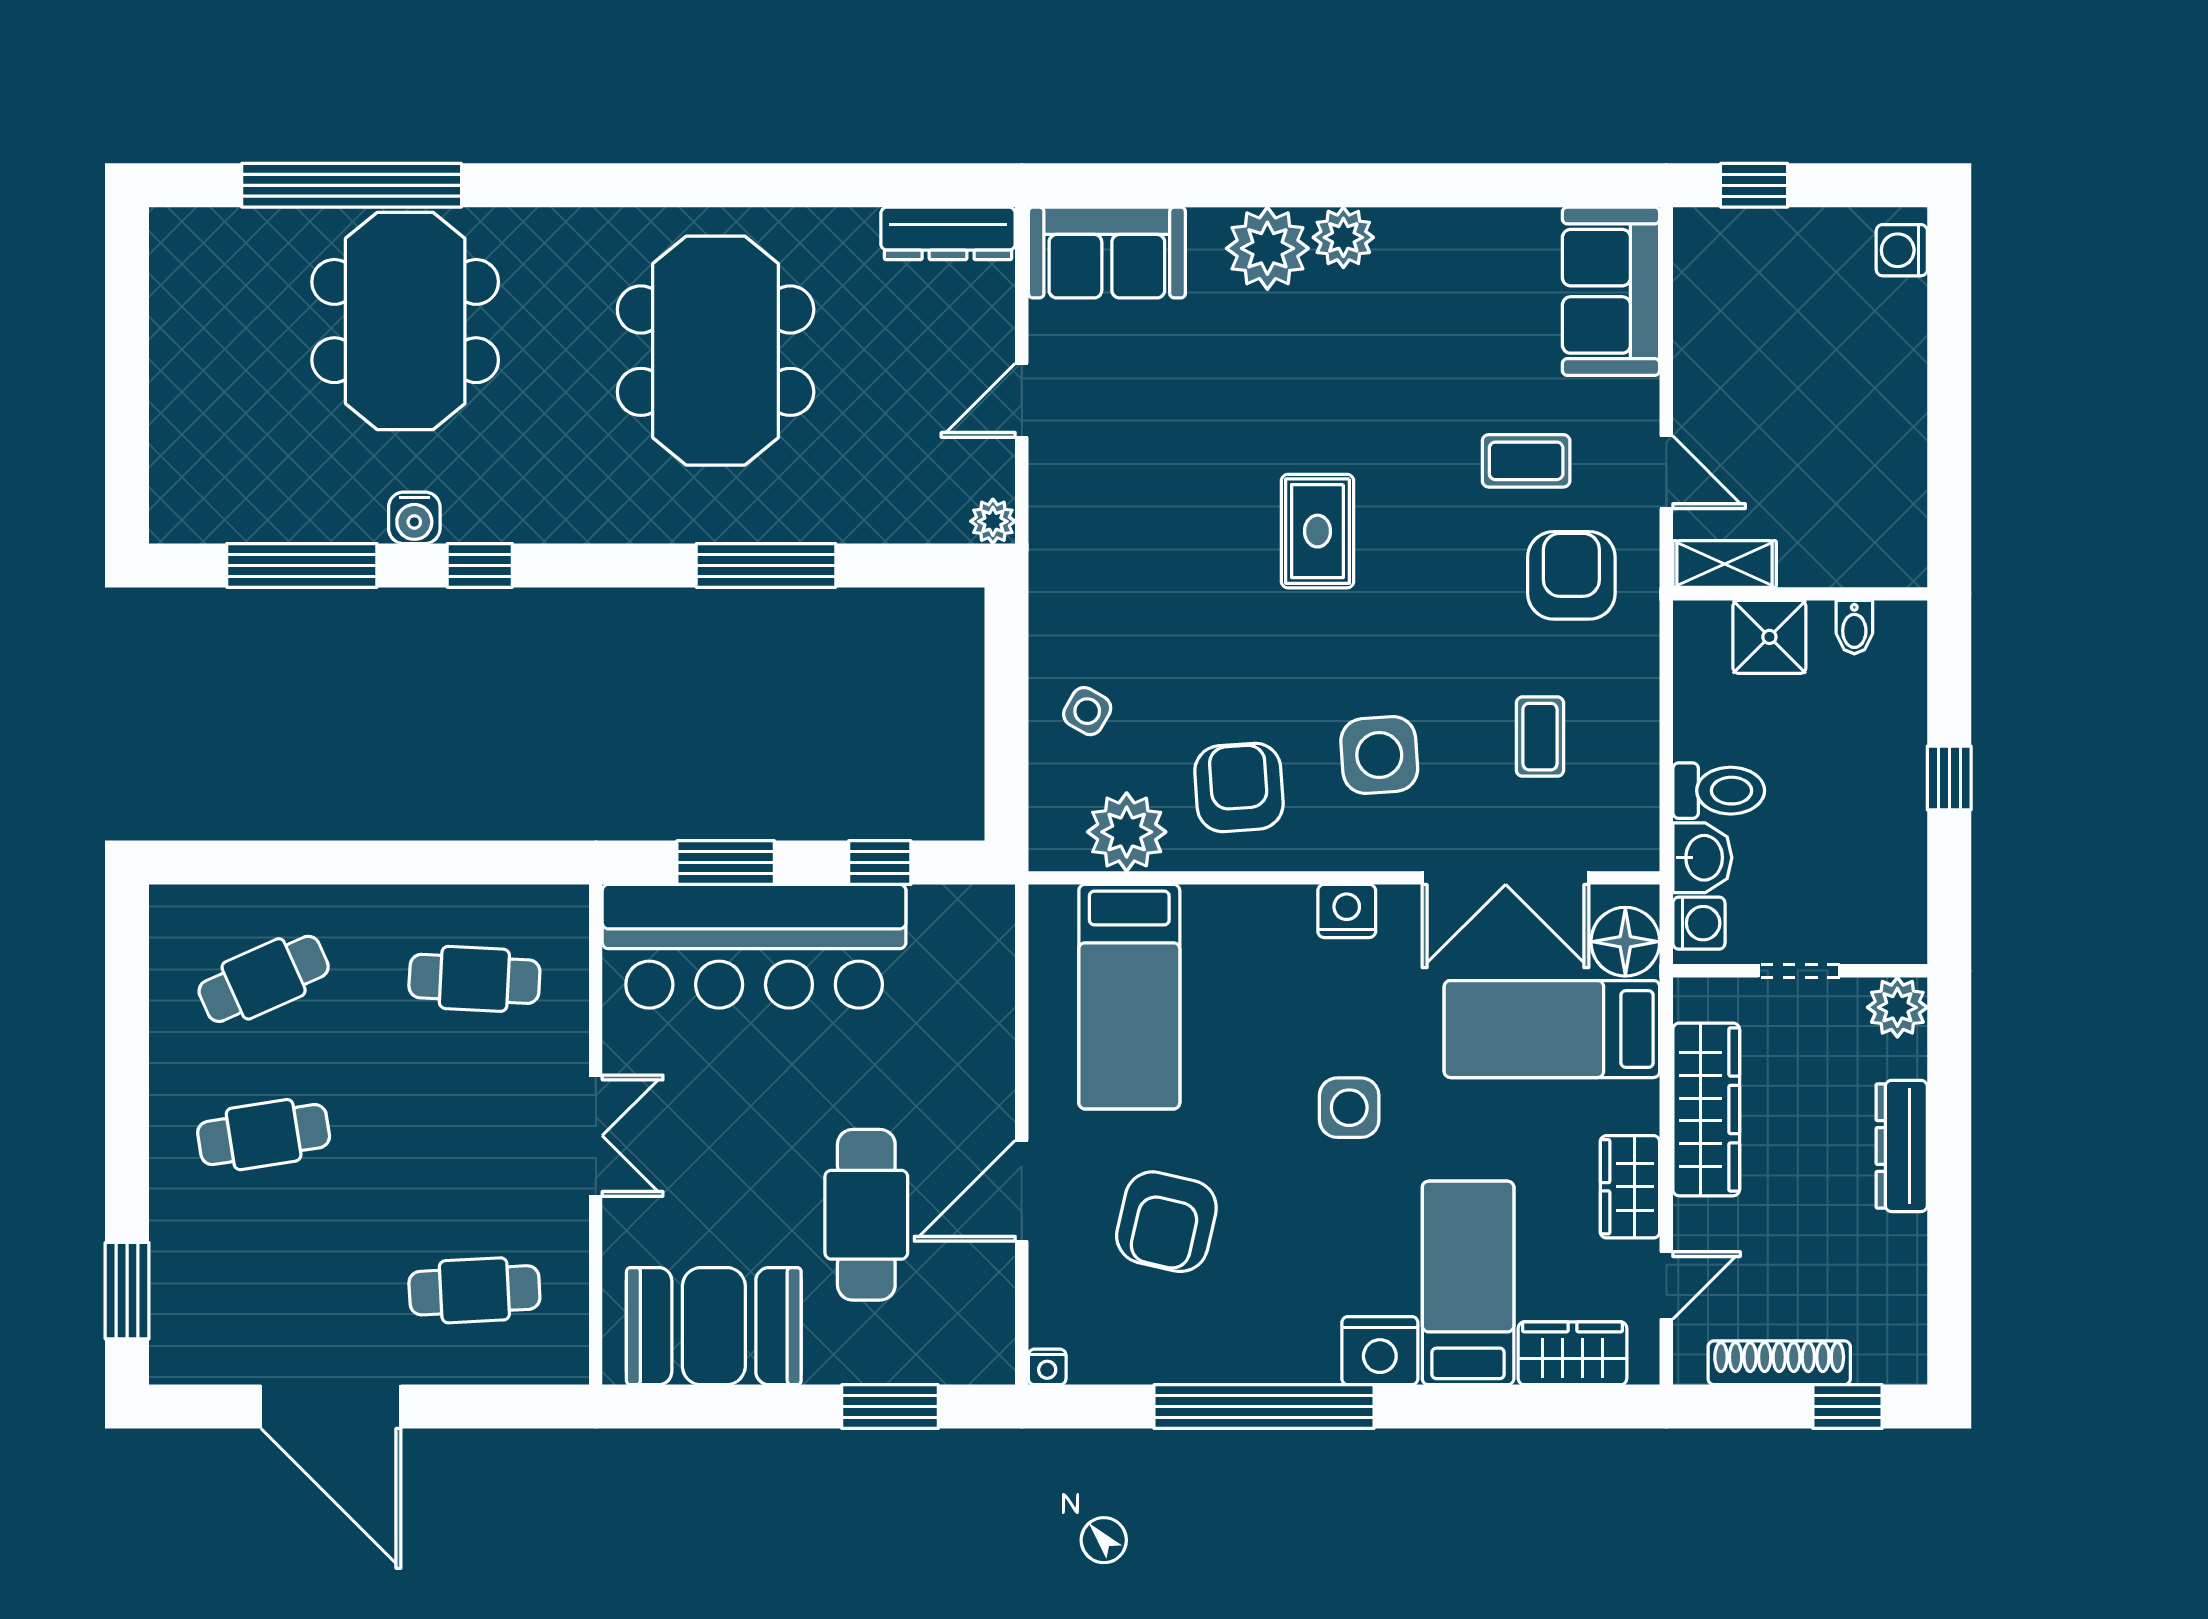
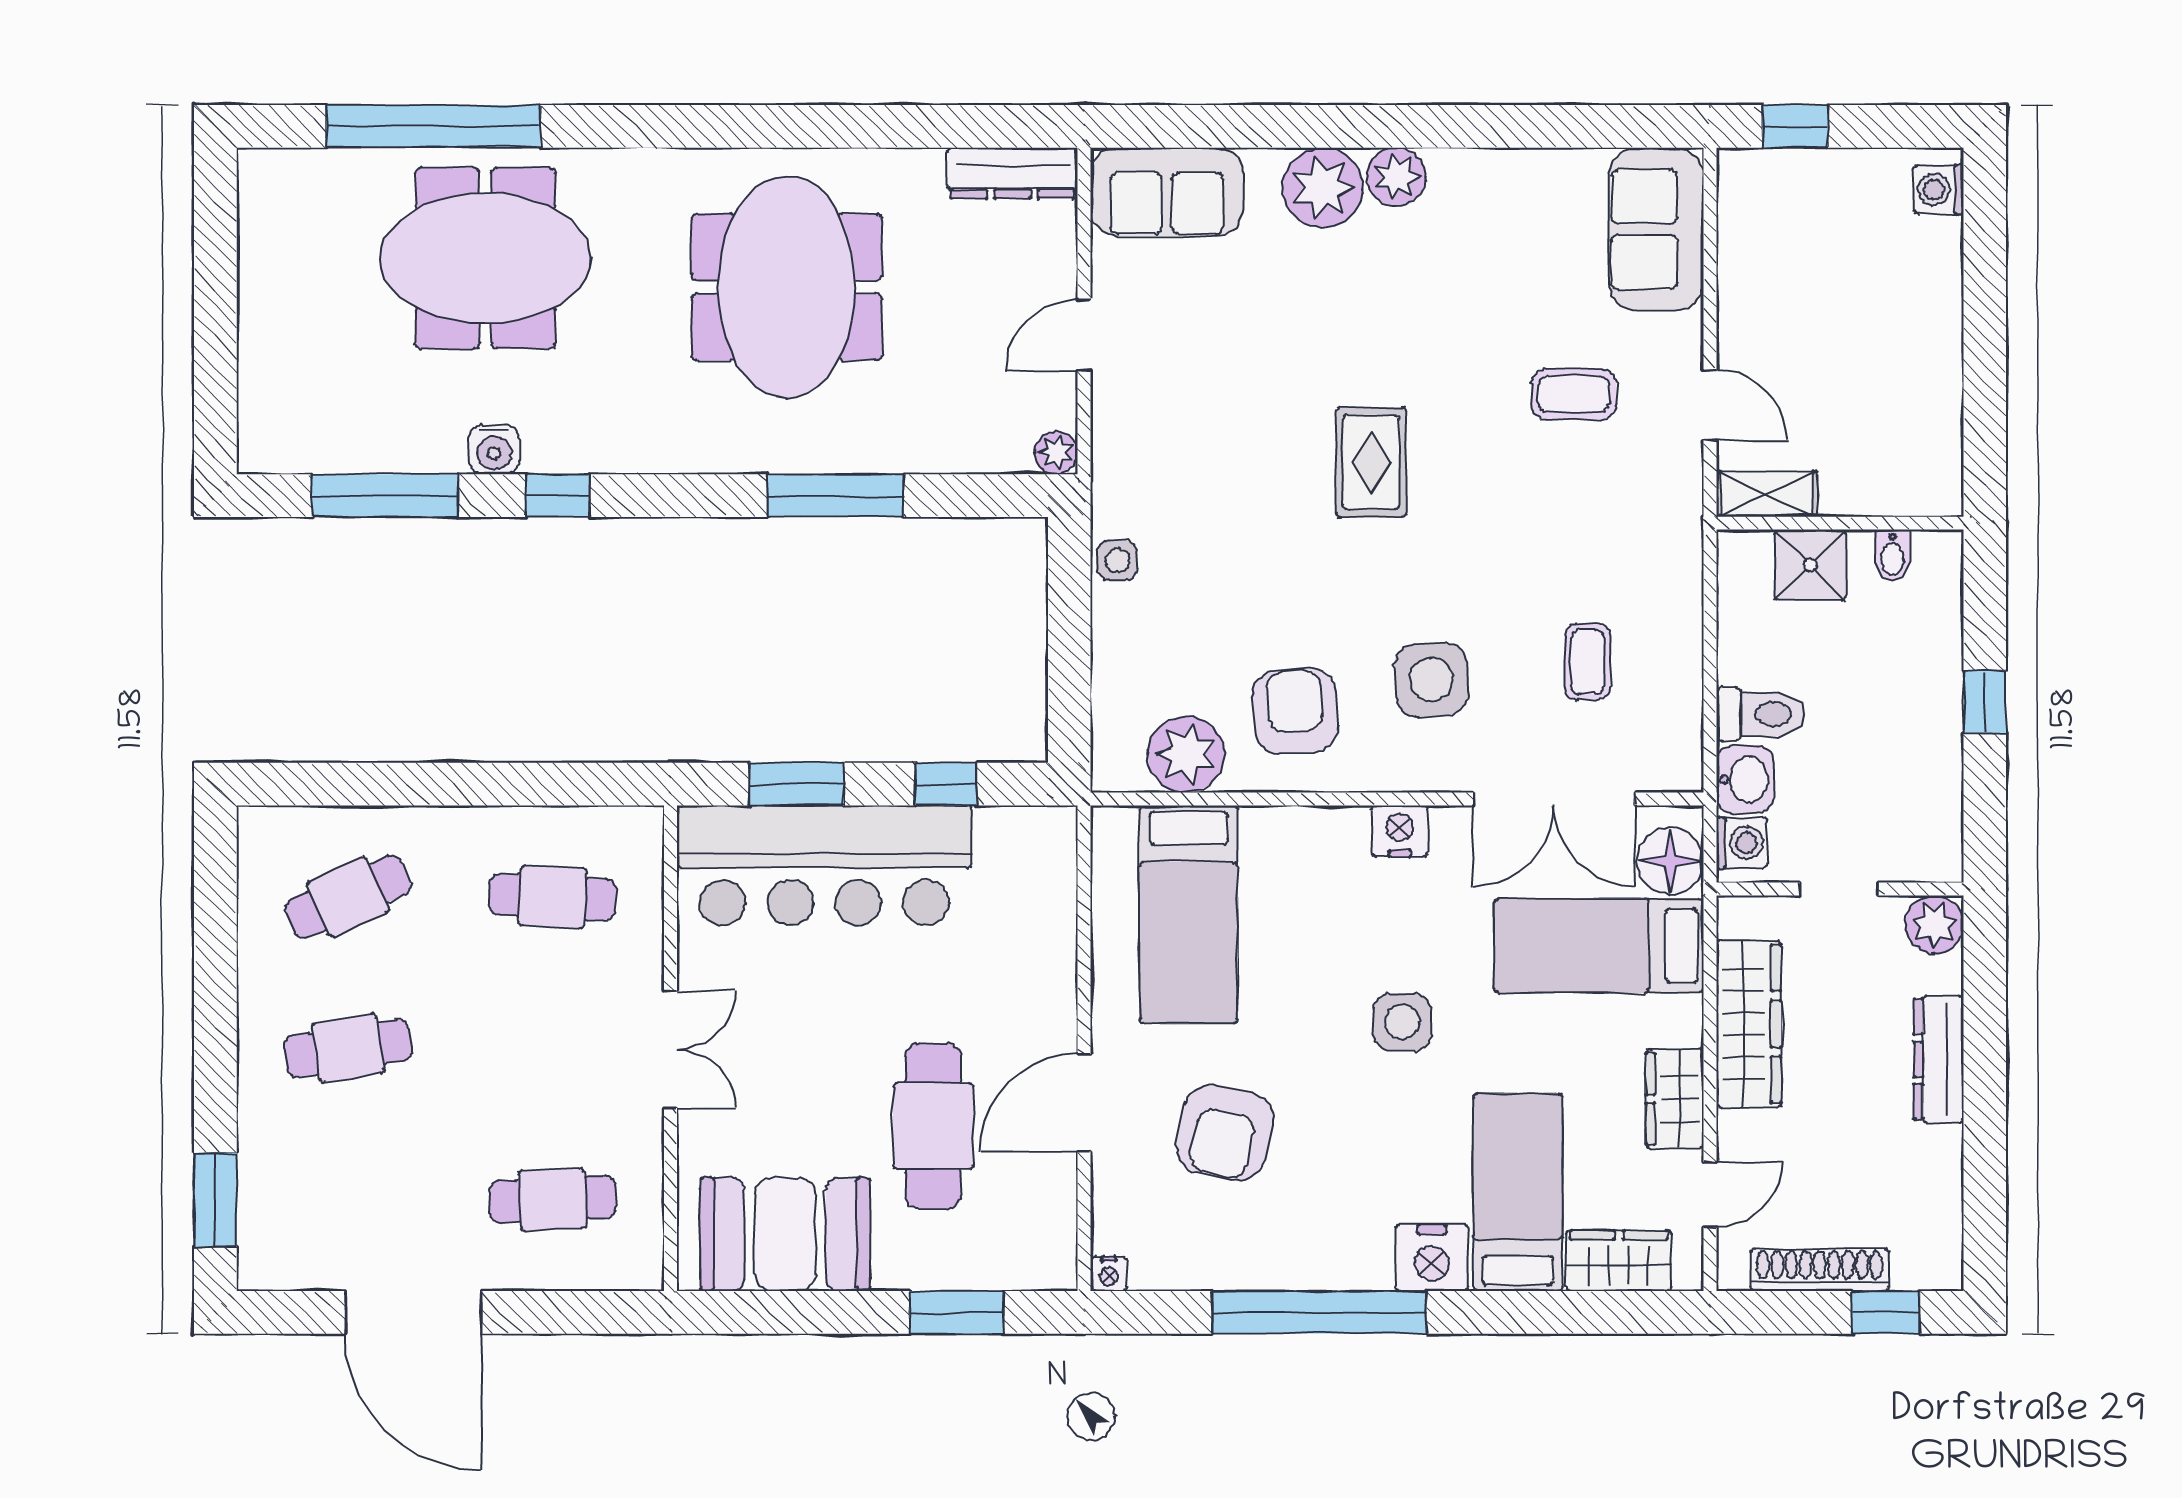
meeting table: (405, 321) -> (485, 258), turned 90
armchair: (1571, 575) -> (1618, 505), removed
side table: (1087, 711) -> (1118, 560), moved, turned -30

